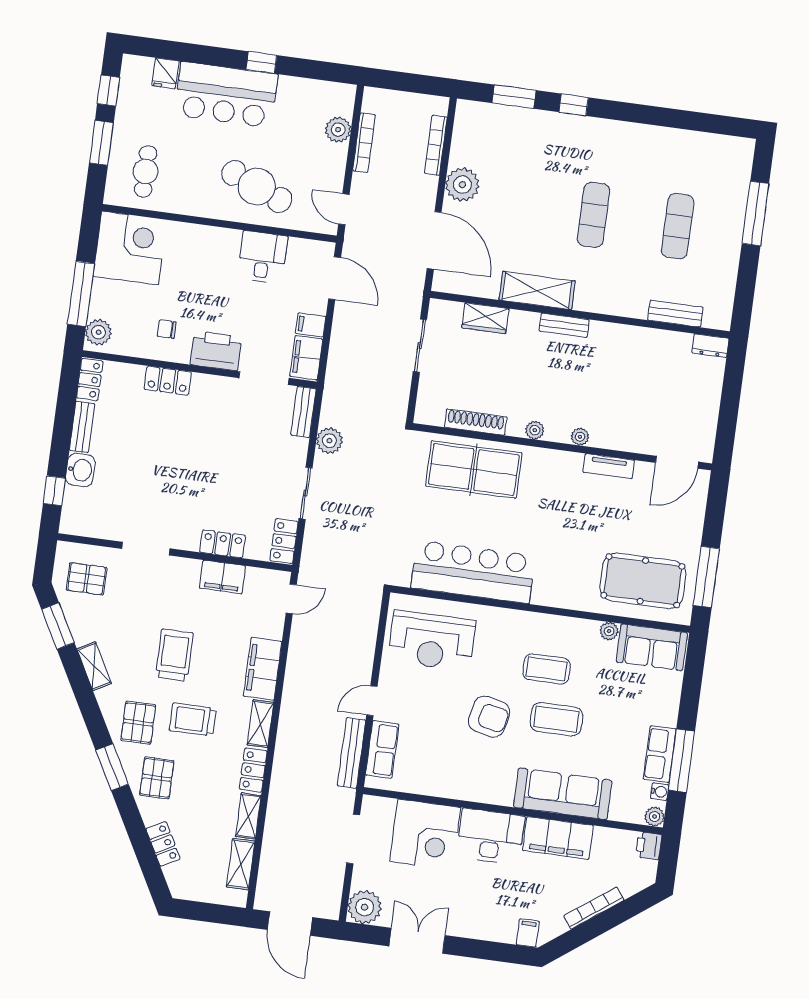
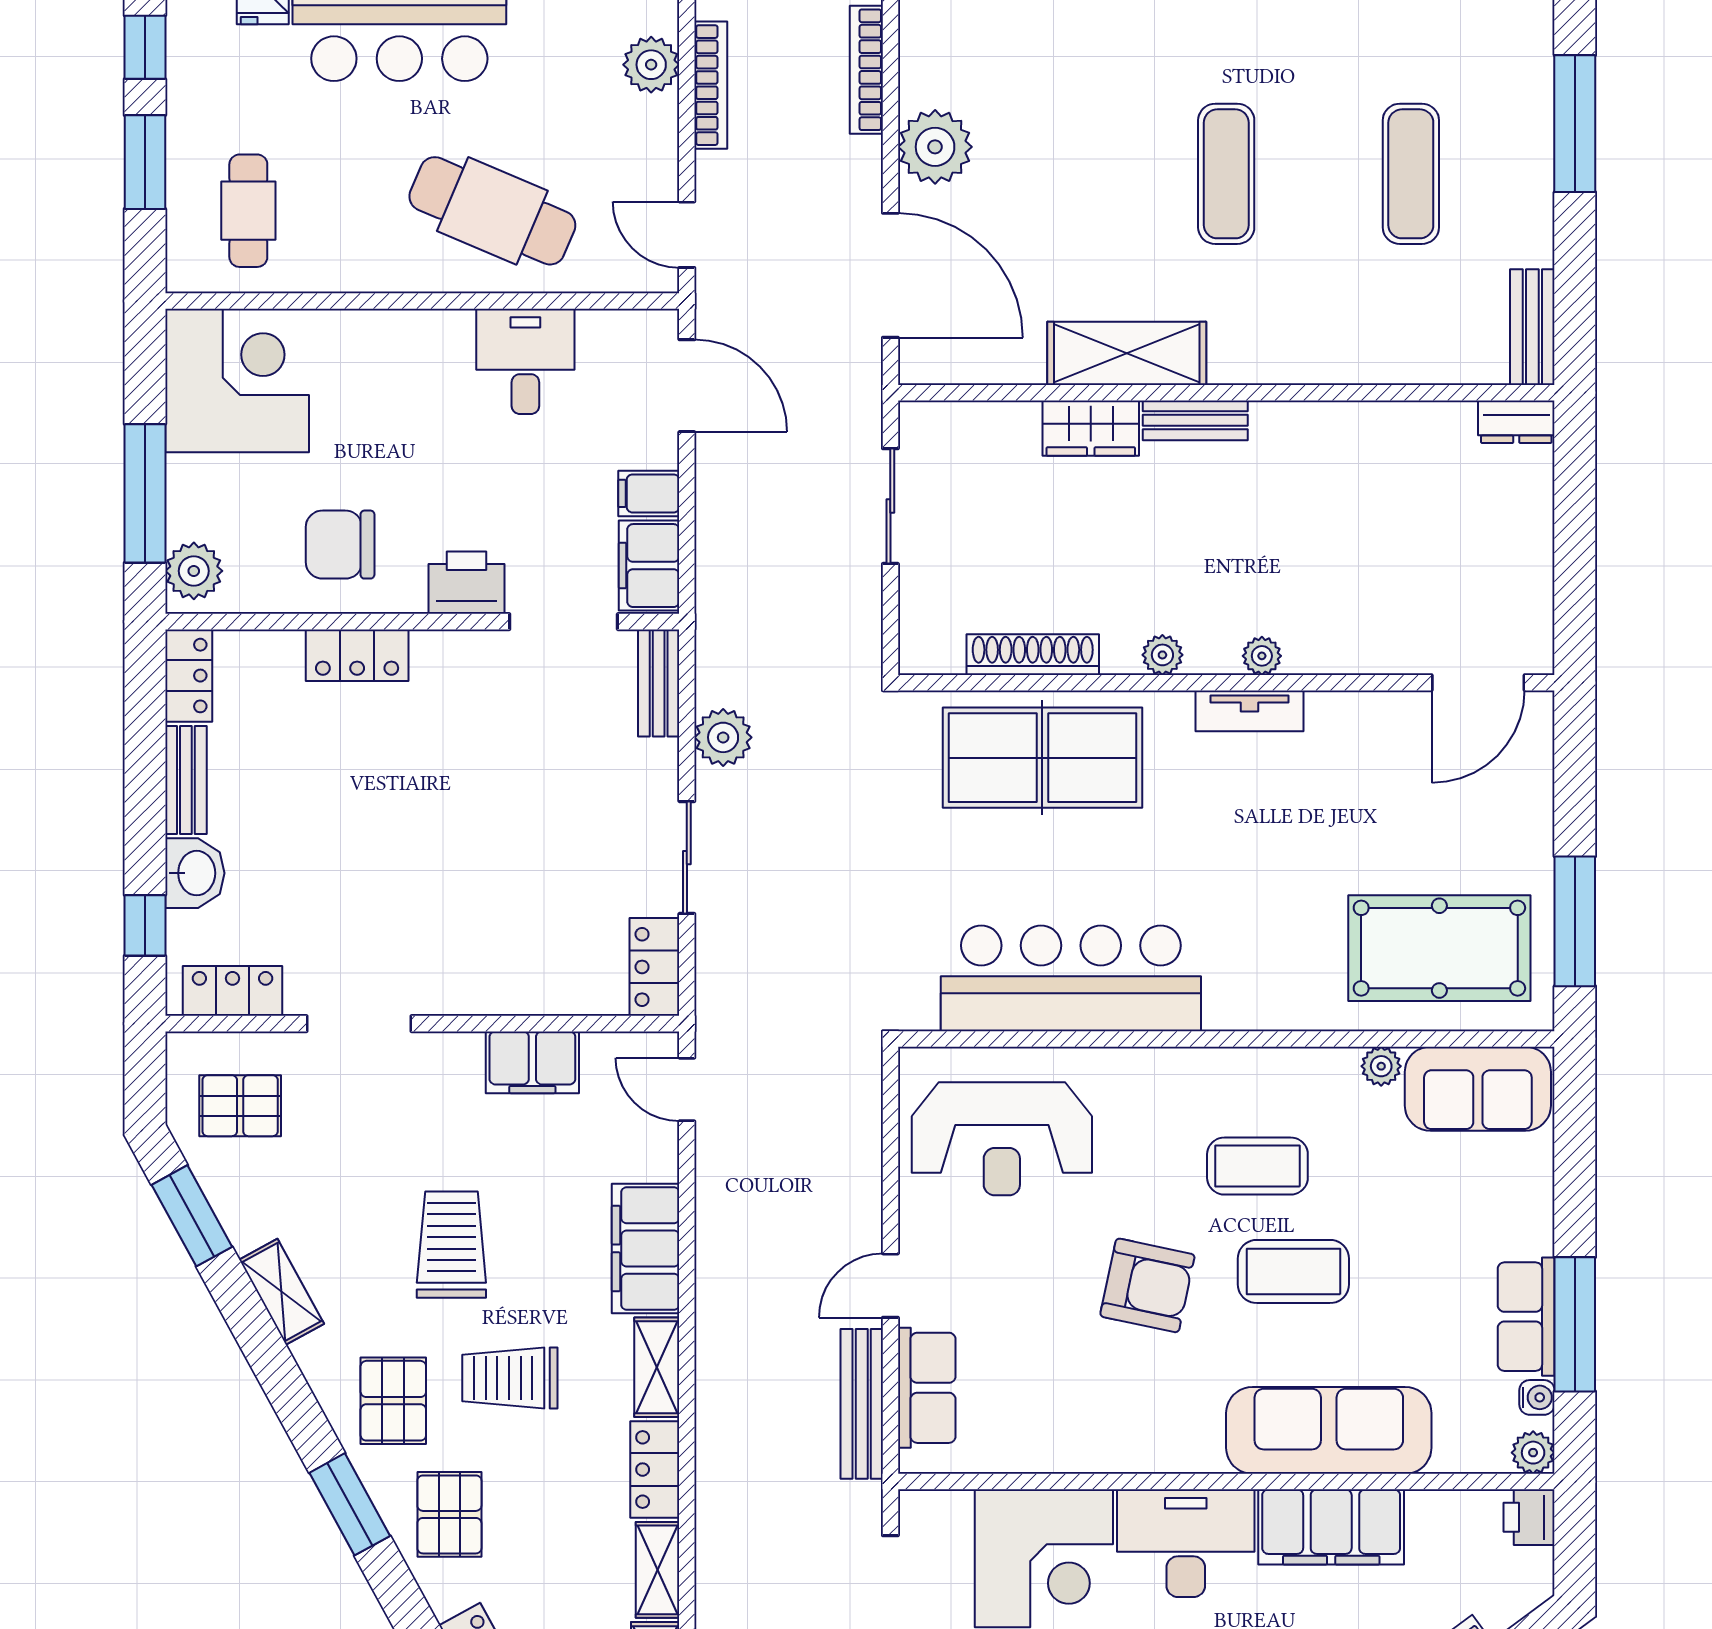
bench: (675, 314) -> (1532, 327), moved, turned 90
wardrobe: (485, 318) -> (1091, 428), moved
chair: (167, 329) -> (340, 545), width x1.87, depth x1.87
printer: (216, 351) -> (466, 583), width x0.73, depth x0.84
tv unit: (609, 466) -> (1250, 711), moved
locker: (223, 544) -> (233, 991), moved
door: (291, 599) -> (687, 1089), swing flipped

